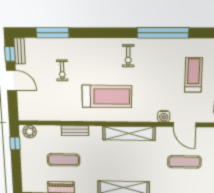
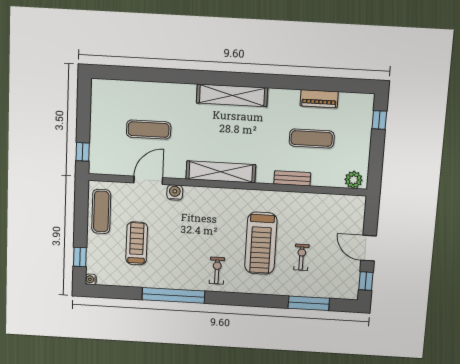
bench: (20, 51) -> (353, 284), removed
treadmill: (194, 75) -> (137, 243), turned 180
treadmill: (107, 96) -> (261, 243), moved, turned -90
door: (185, 125) -> (148, 180), hinge flipped
window: (15, 143) -> (379, 120), moved

